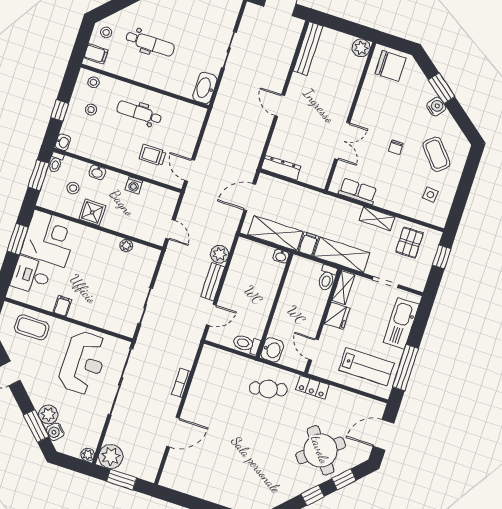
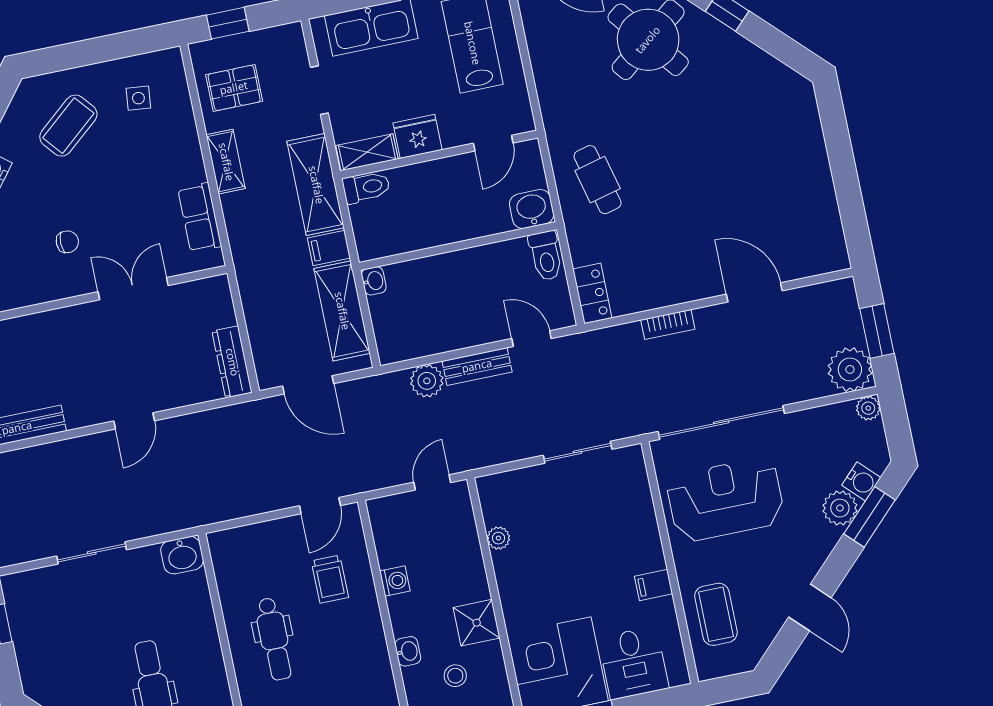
washbasin: (205, 88) -> (182, 555), width x0.72
chair: (396, 147) -> (67, 242), moved
locker: (312, 387) -> (592, 293), moved

